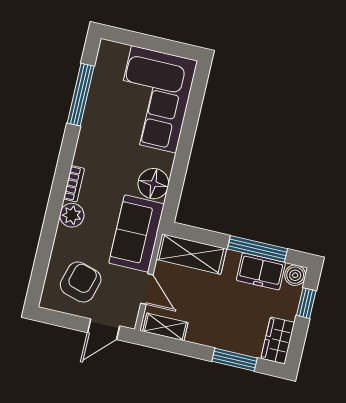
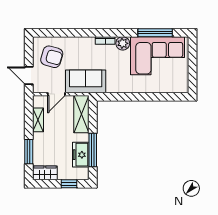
corner sofa: (154, 99) -> (157, 56), moved, turned 180
floor lamp: (153, 184) -> (115, 84), removed
plant: (72, 215) -> (123, 43), moved
boiler: (295, 275) -> (83, 174), removed
shelving: (165, 327) -> (38, 120), moved

